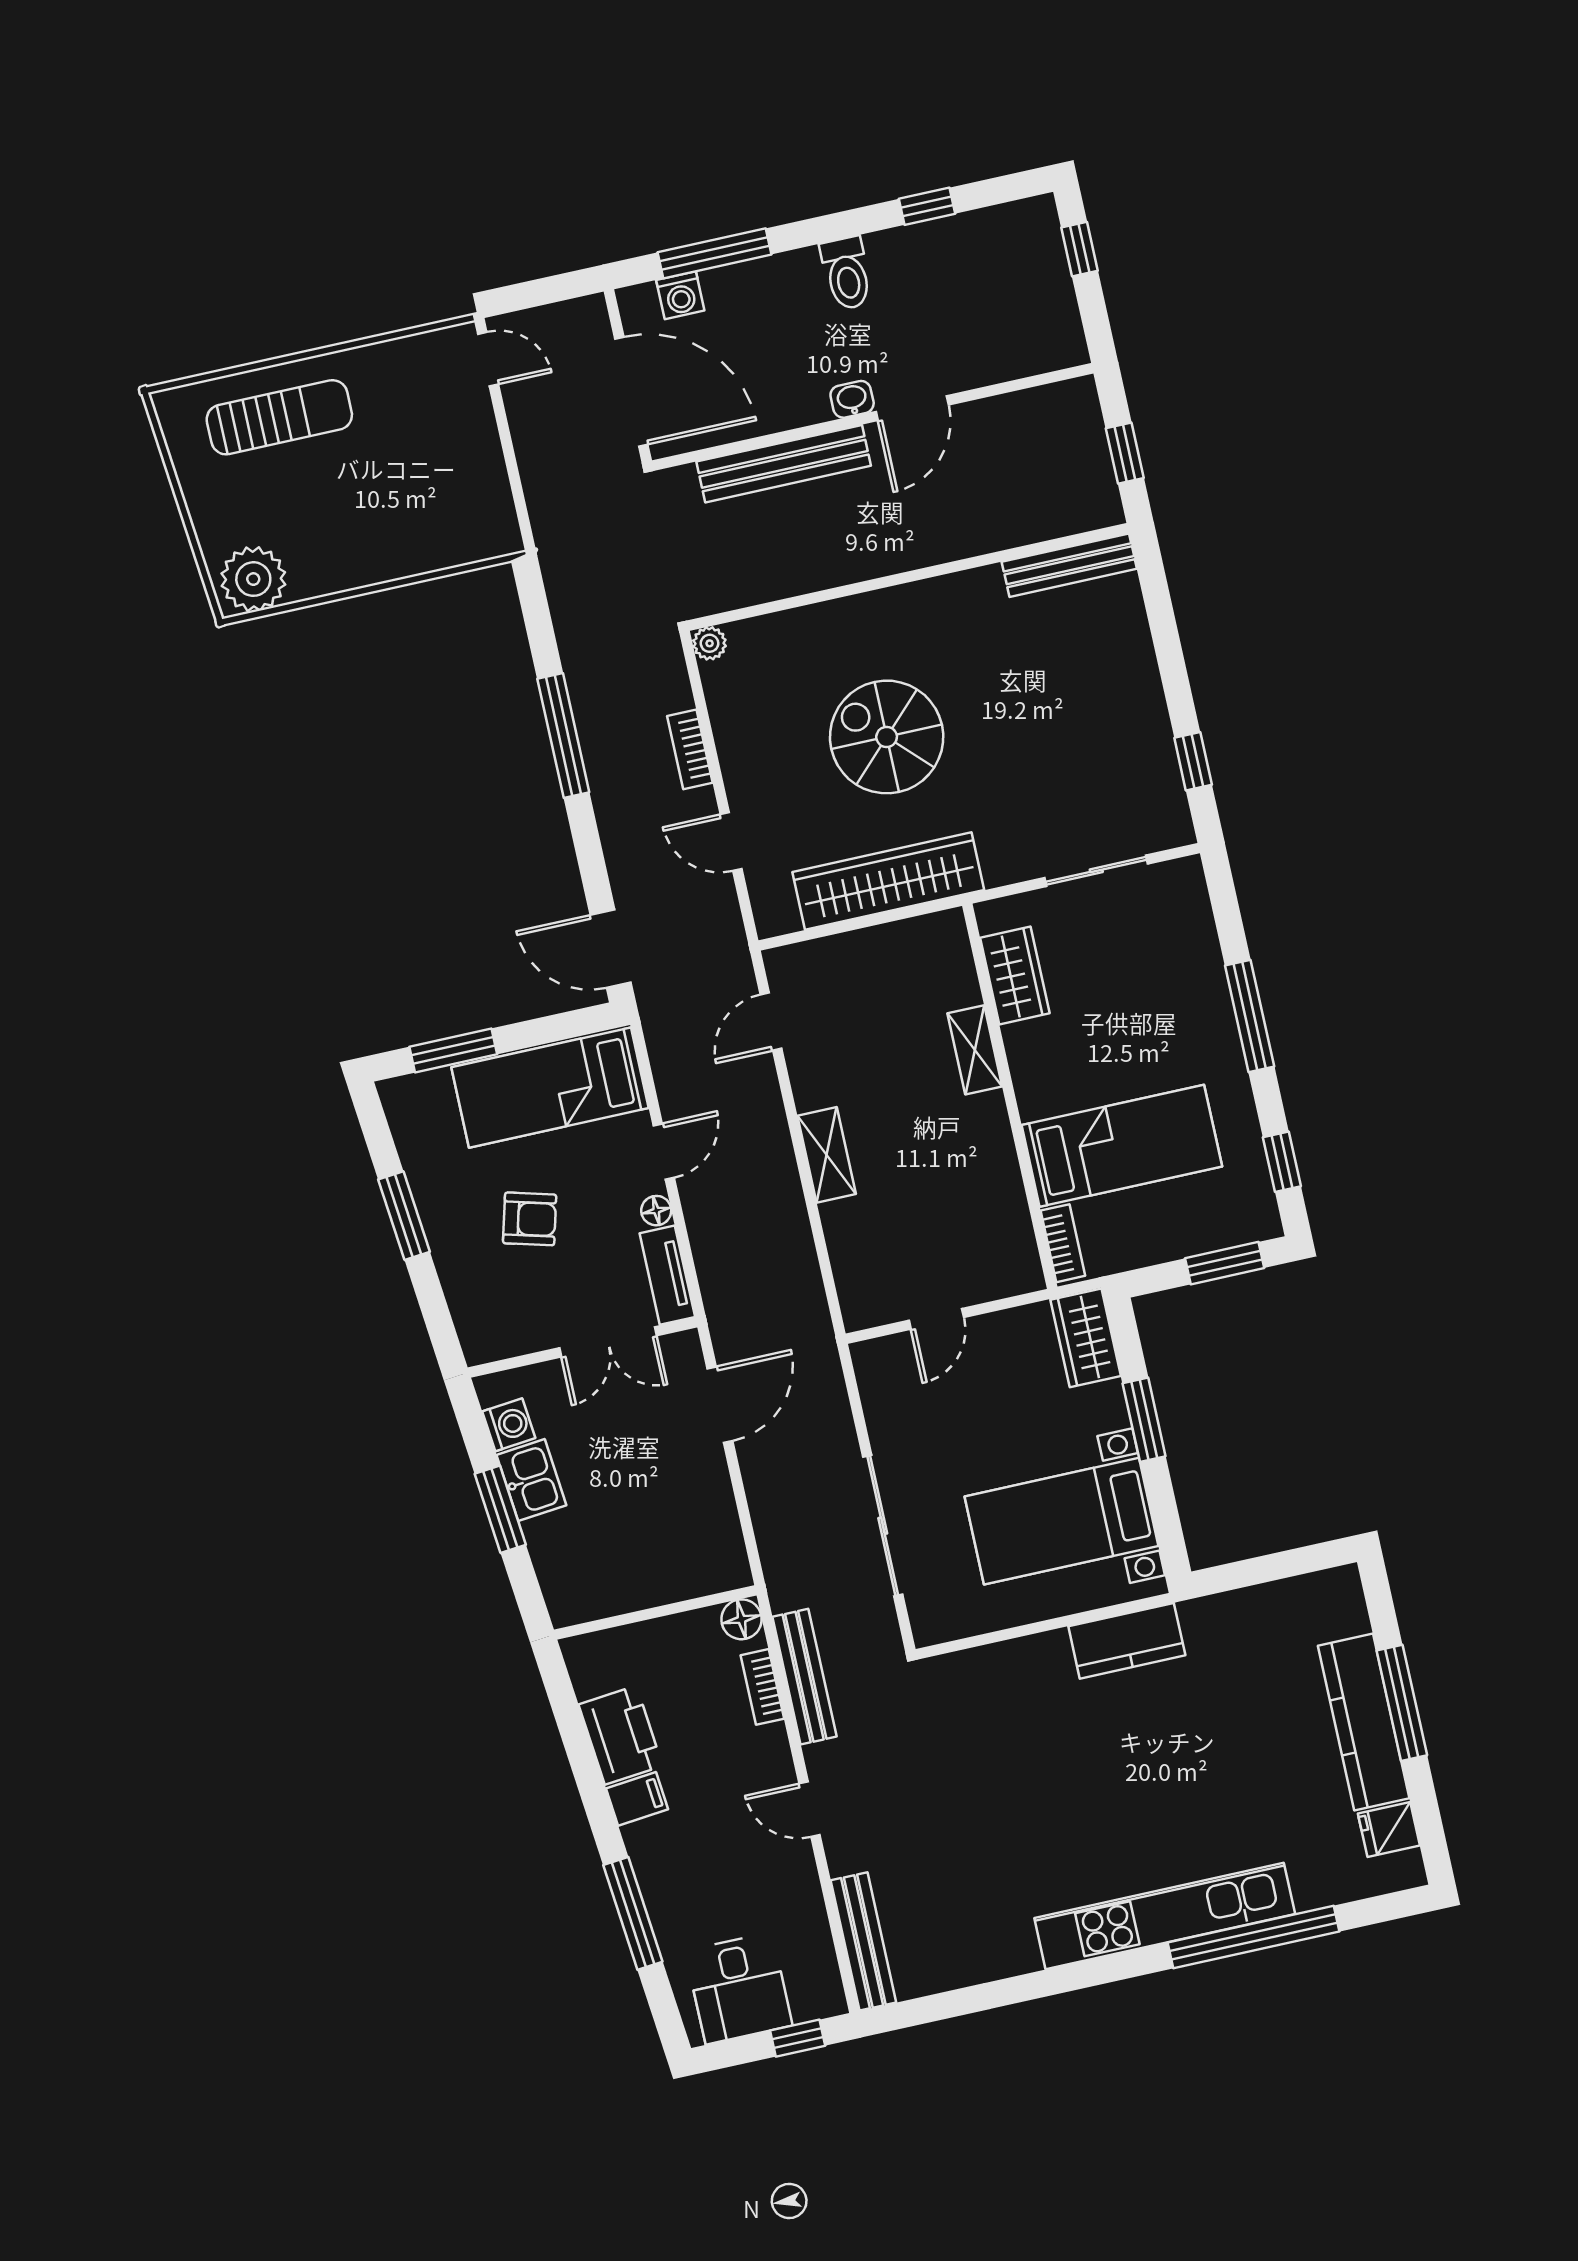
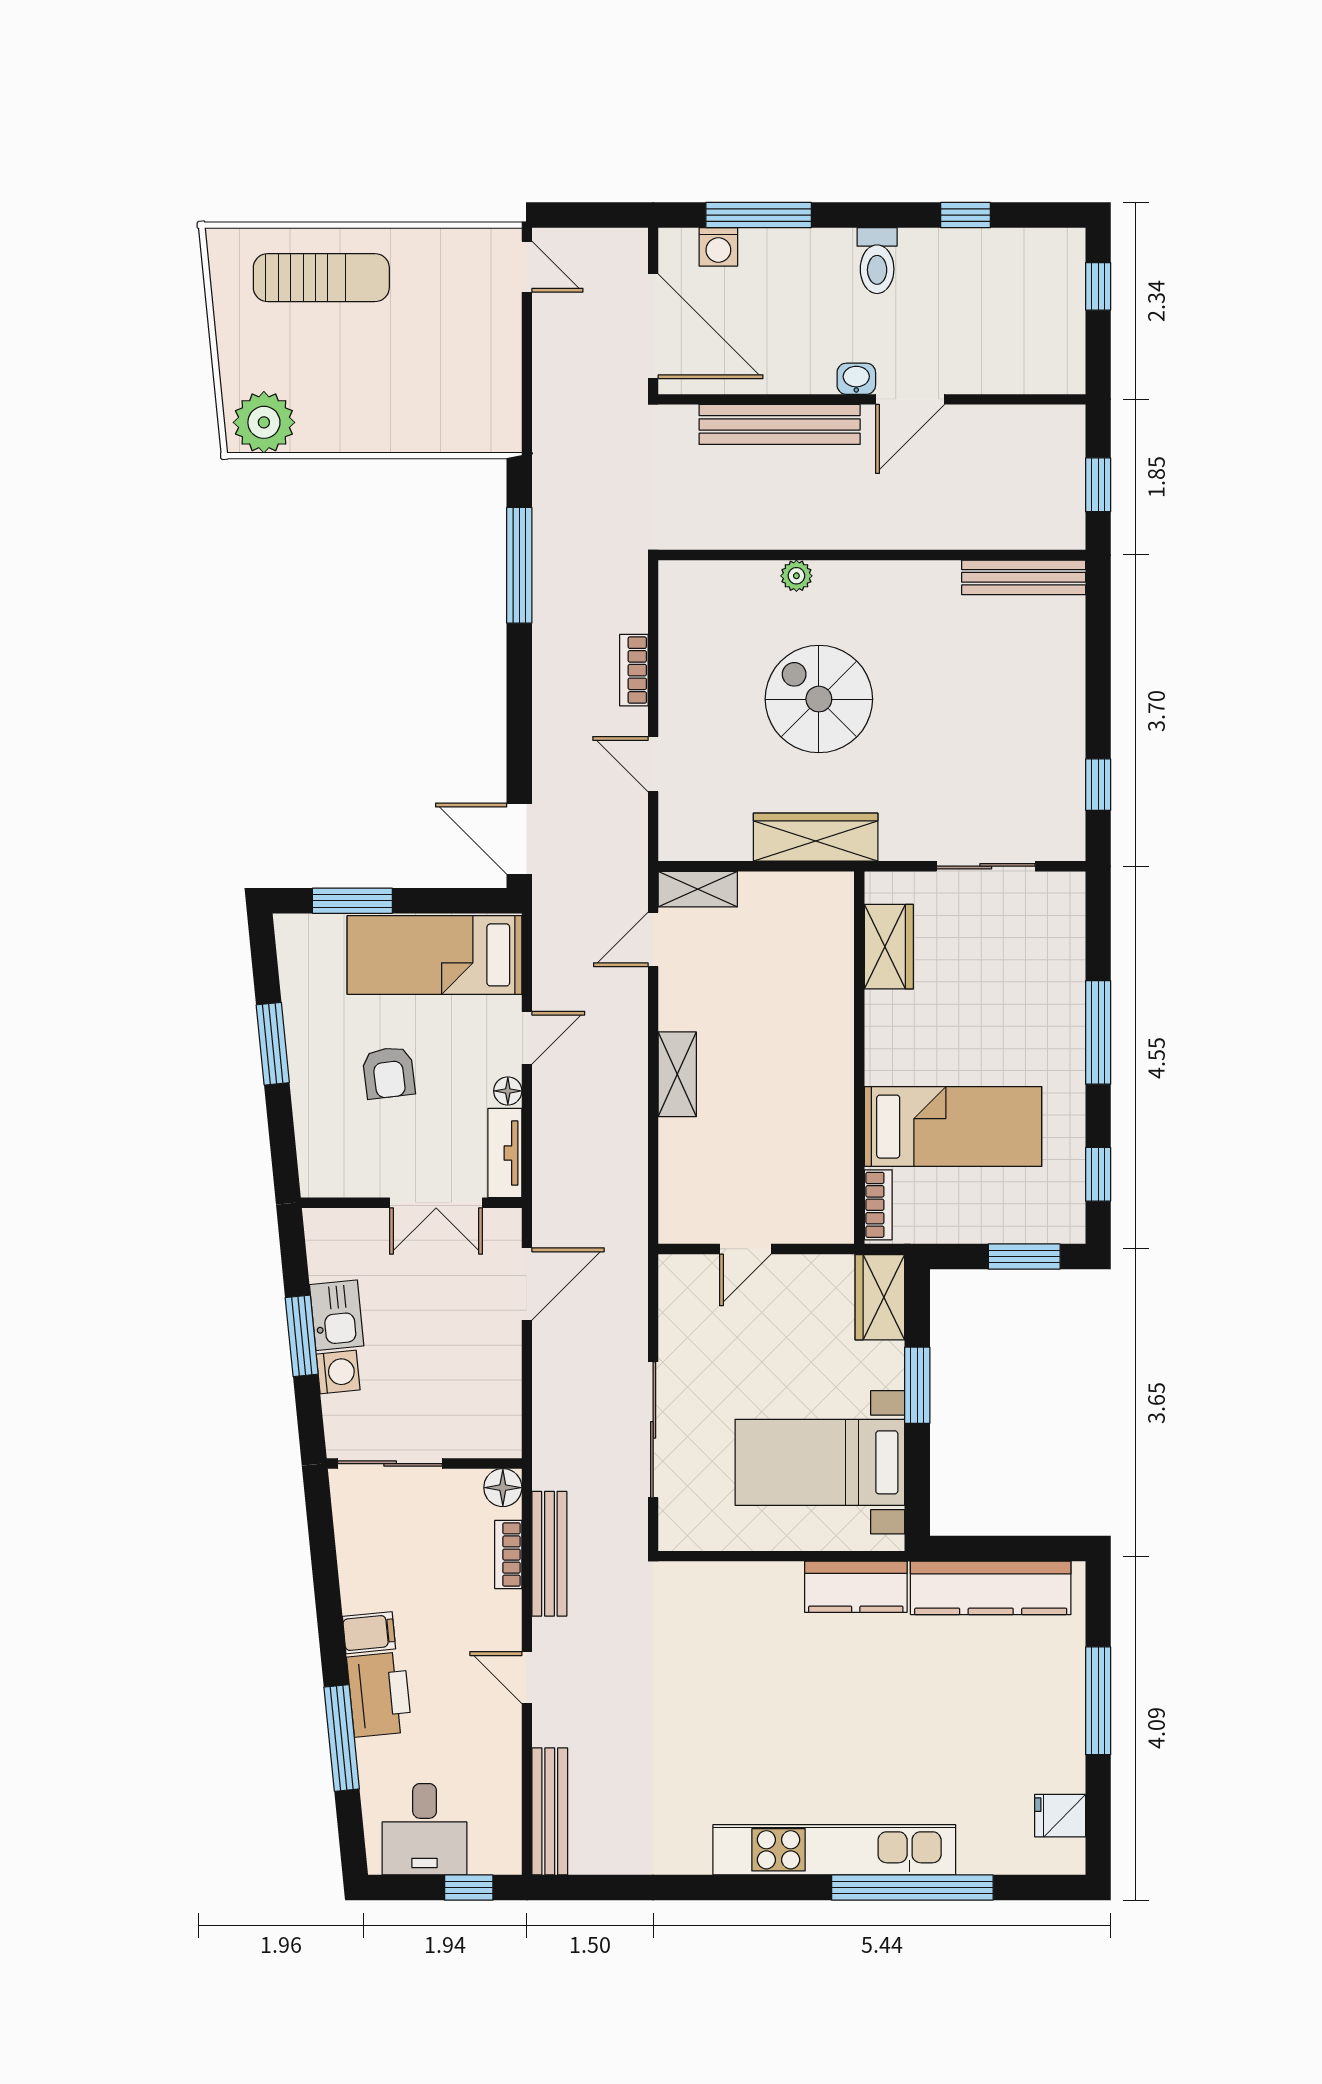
plant: (710, 643) -> (796, 576), moved
window: (563, 736) -> (519, 565), moved
wardrobe: (888, 881) -> (816, 837), width x0.71, depth x0.85
shelving: (975, 1050) -> (698, 889), moved, turned 90
armchair: (530, 1219) -> (389, 1073), turned 68
washing machine: (509, 1425) -> (338, 1372), moved
sliding door: (620, 1620) -> (390, 1464), added
kitchen counter: (1364, 1722) -> (991, 1588), moved, turned -90
printer: (620, 1735) -> (379, 1694), moved

